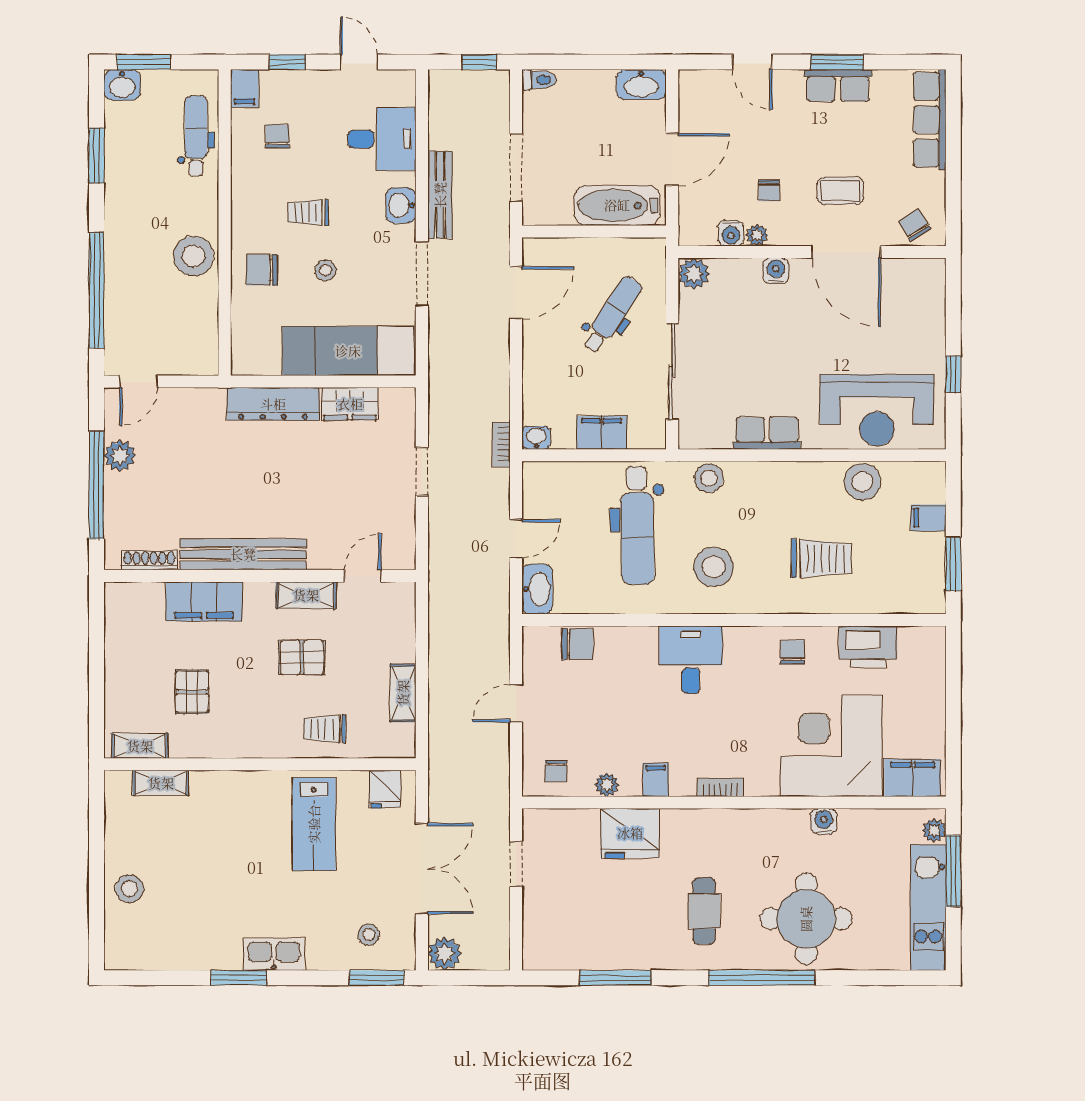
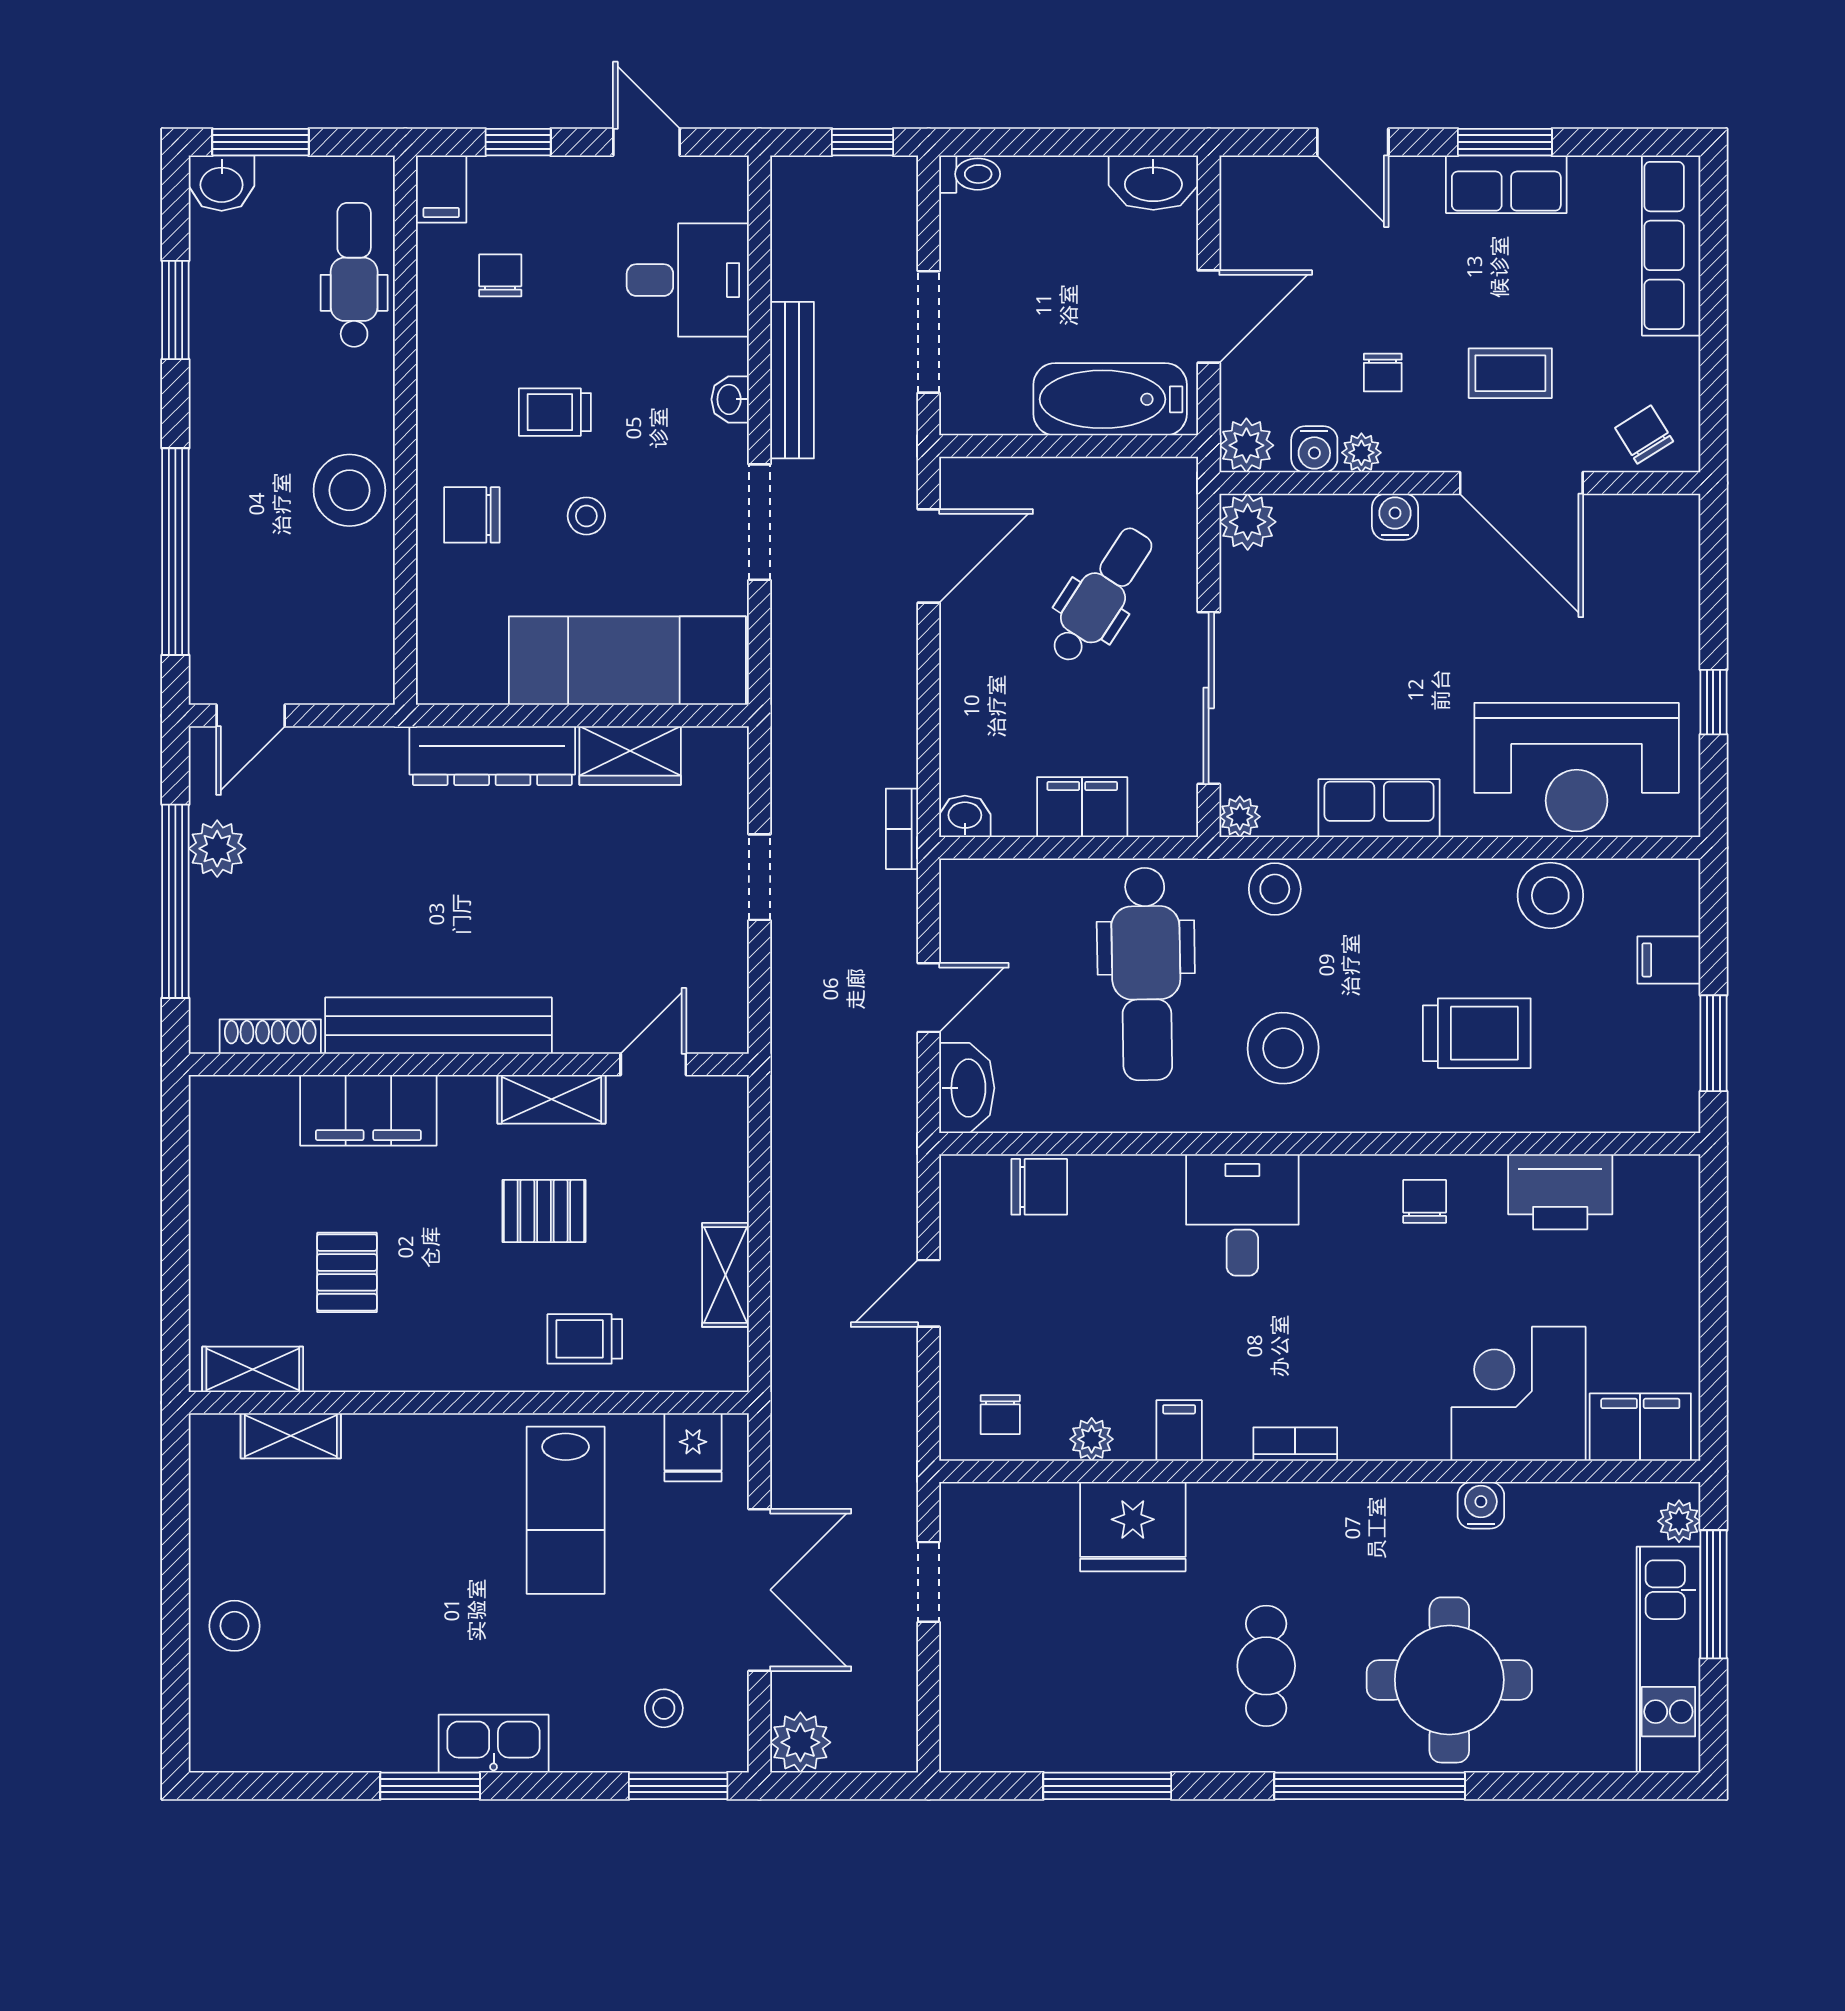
washbasin: (401, 205) -> (730, 399), width x0.72, depth x0.69
plant: (693, 231) -> (1246, 445), added
plant: (689, 438) -> (1240, 817), added
corner desk: (831, 746) -> (1518, 1394), width x0.74, depth x0.74

